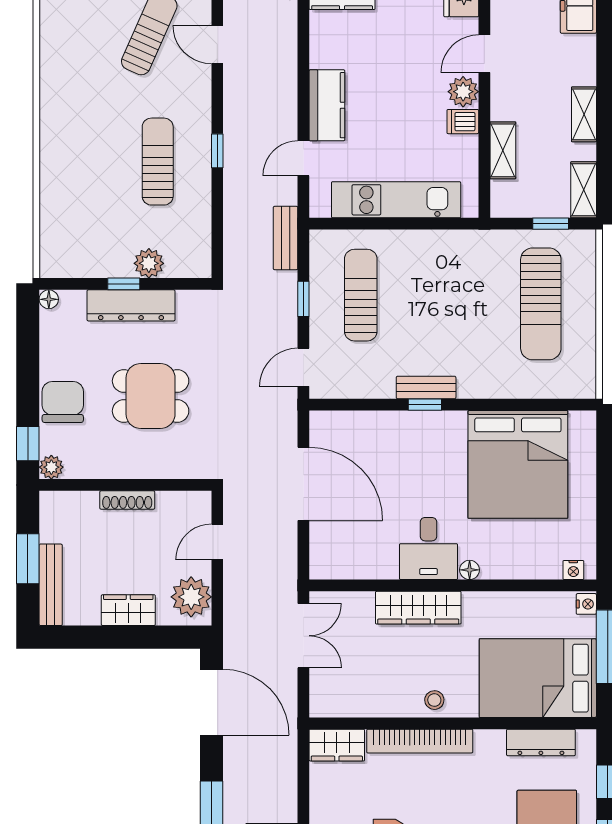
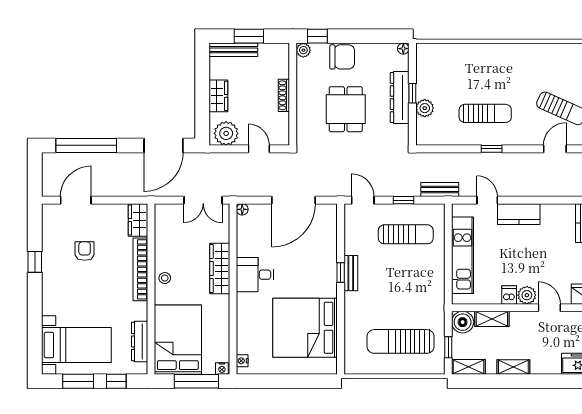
boiler: (508, 200) -> (463, 322), added
floor lamp: (470, 570) -> (242, 209), moved

